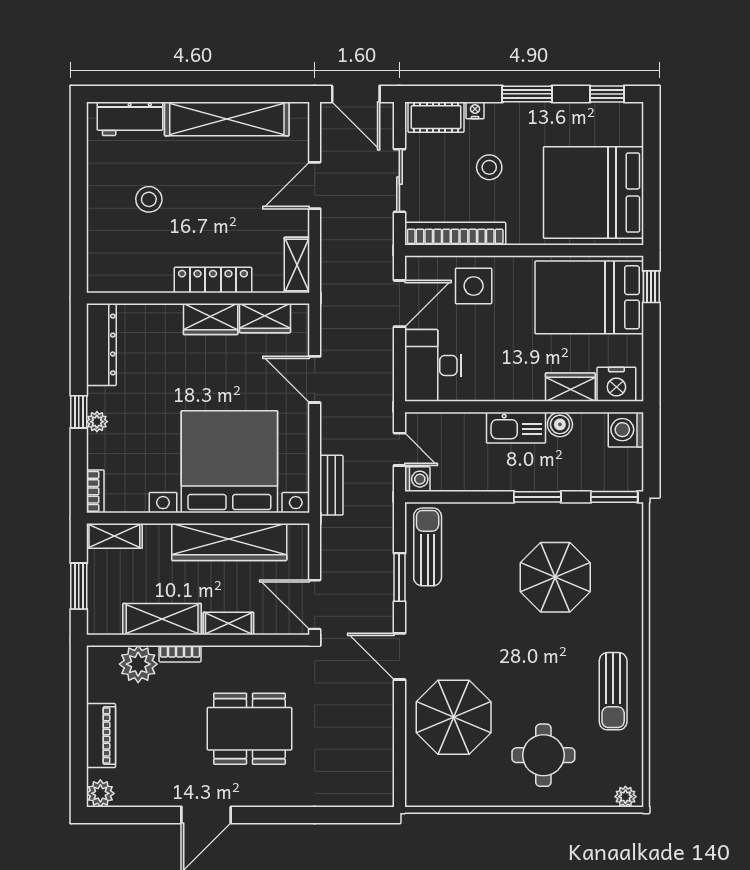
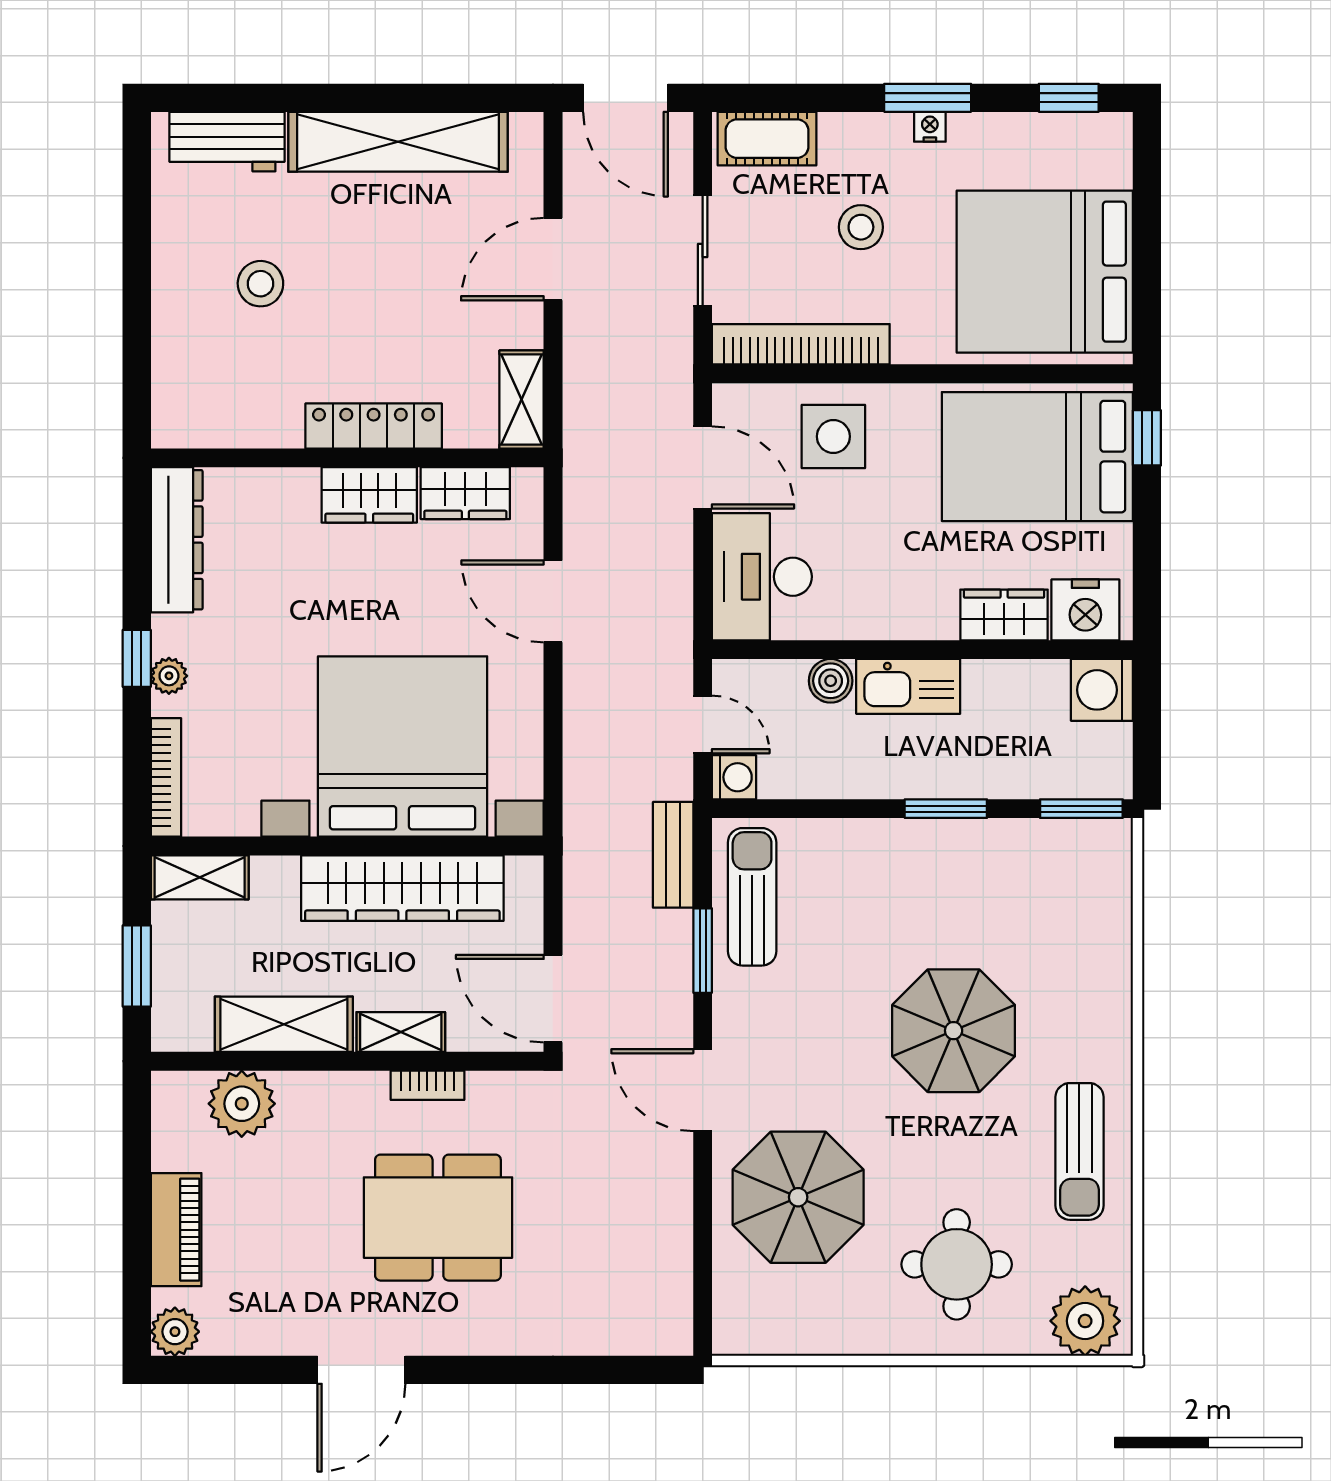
nightstand: (475, 110) -> (930, 127), moved
door: (399, 304) -> (703, 467), hinge flipped
boiler: (560, 424) -> (831, 681), moved
bench: (331, 485) -> (673, 855), moved
bookcase: (95, 491) -> (166, 777), width x1.56
parasol: (555, 577) -> (954, 1031), moved
bookcase: (180, 654) -> (427, 1085), moved
plant: (625, 797) -> (1085, 1321), width x1.88, depth x1.88

